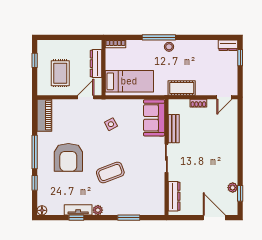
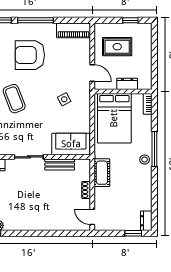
dresser: (96, 64) -> (127, 84), width x0.70
bed: (129, 81) -> (114, 118), width x1.50

